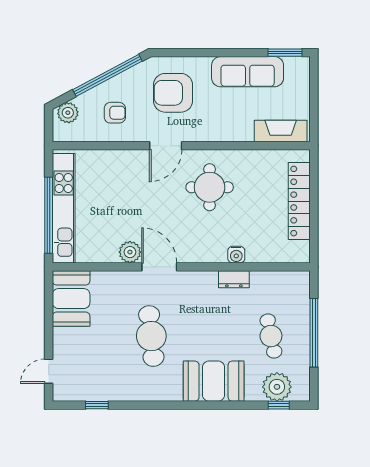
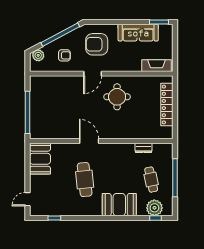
kitchen unit: (64, 208) -> (36, 108), removed
plant: (130, 252) -> (73, 133), removed
water cooler: (236, 255) -> (132, 134), removed
dresser: (234, 279) -> (143, 148), moved

